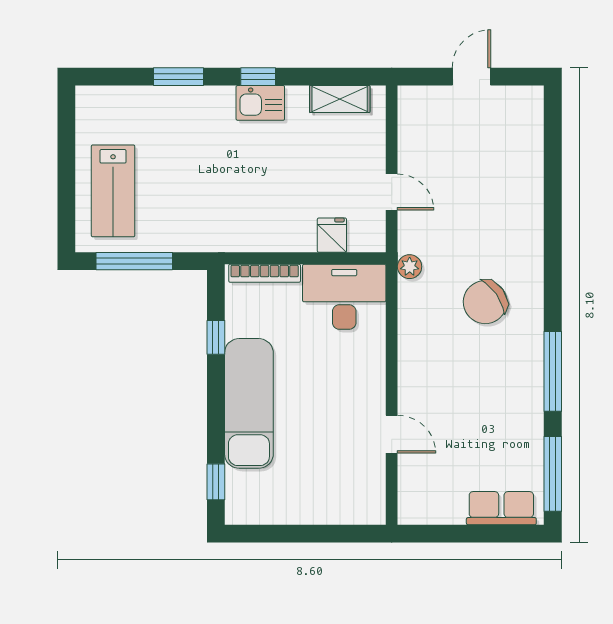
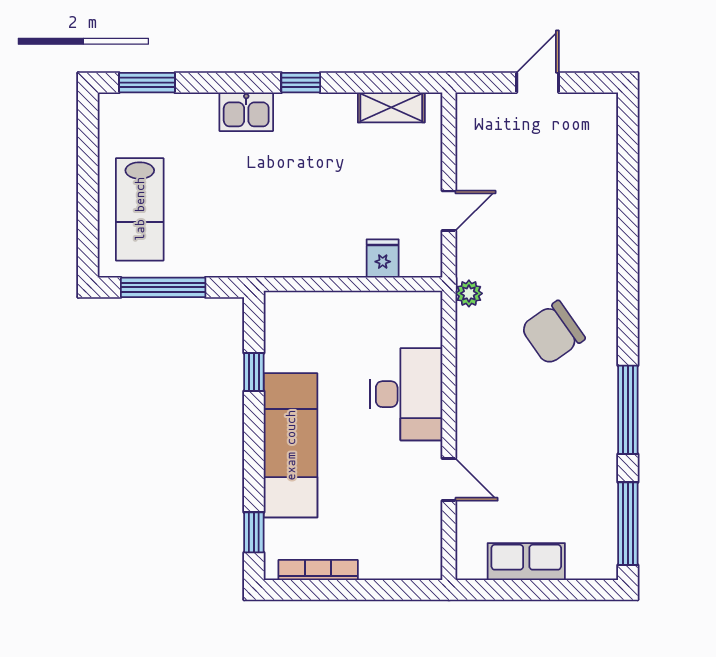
window: (178, 77) -> (147, 83), moved
kitchen sink: (260, 103) -> (246, 112), moved
door: (392, 192) -> (449, 211), hinge flipped
bookcase: (265, 273) -> (318, 570), moved, turned 180
desk: (344, 297) -> (406, 394), moved, turned 90
row of seats: (501, 508) -> (526, 562), moved

